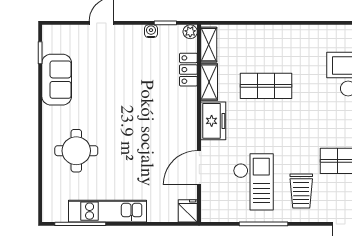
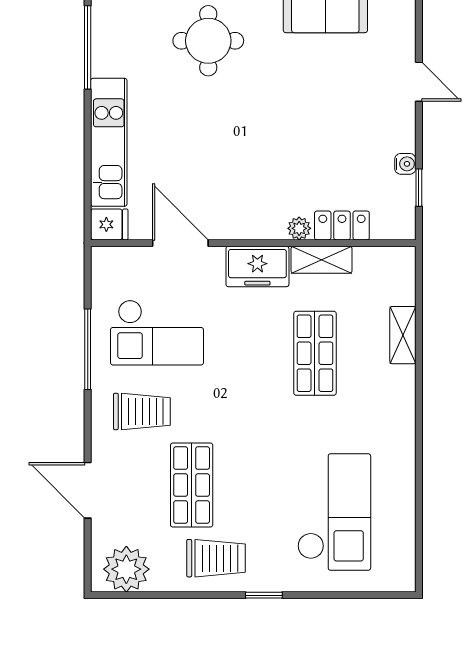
plant: (190, 32) -> (299, 228), moved
shelving: (209, 45) -> (403, 335), moved, turned 90
trolley: (301, 191) -> (142, 411), turned 180
kitchen unit: (107, 211) -> (109, 142), moved

